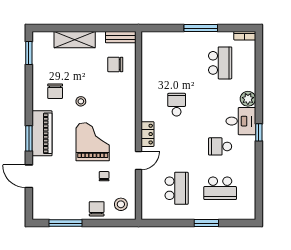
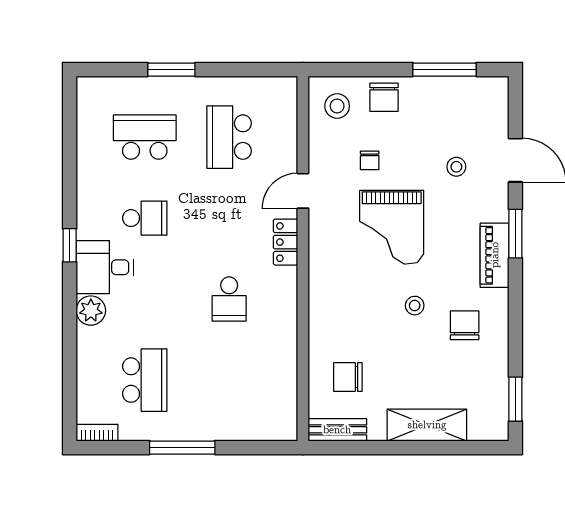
school desk: (220, 63) -> (145, 380), turned 180
chair: (115, 64) -> (348, 377), turned 180
piano: (42, 133) -> (495, 255), width x0.73, depth x0.75
stool: (59, 173) -> (456, 167), added

